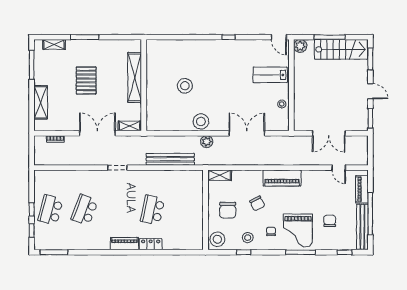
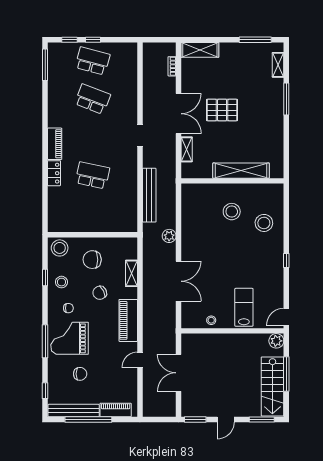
shelving: (135, 77) -> (241, 171), moved
pallet: (86, 80) -> (222, 110), moved
wall: (144, 85) -> (232, 181), moved
shelving: (41, 102) -> (200, 50), moved
stool: (201, 121) -> (264, 223), moved
door: (339, 168) -> (140, 360), moved
shelving: (220, 175) -> (131, 273), moved

